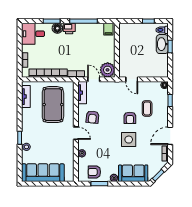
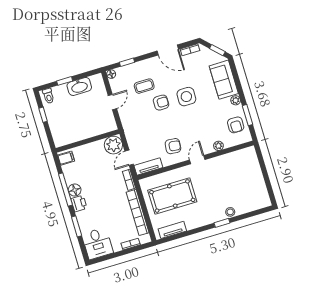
floor lamp: (57, 28) -> (75, 190), moved
washbasin: (162, 44) -> (79, 86), moved
door: (132, 79) -> (112, 102), moved
sofa: (43, 173) -> (254, 184), removed

